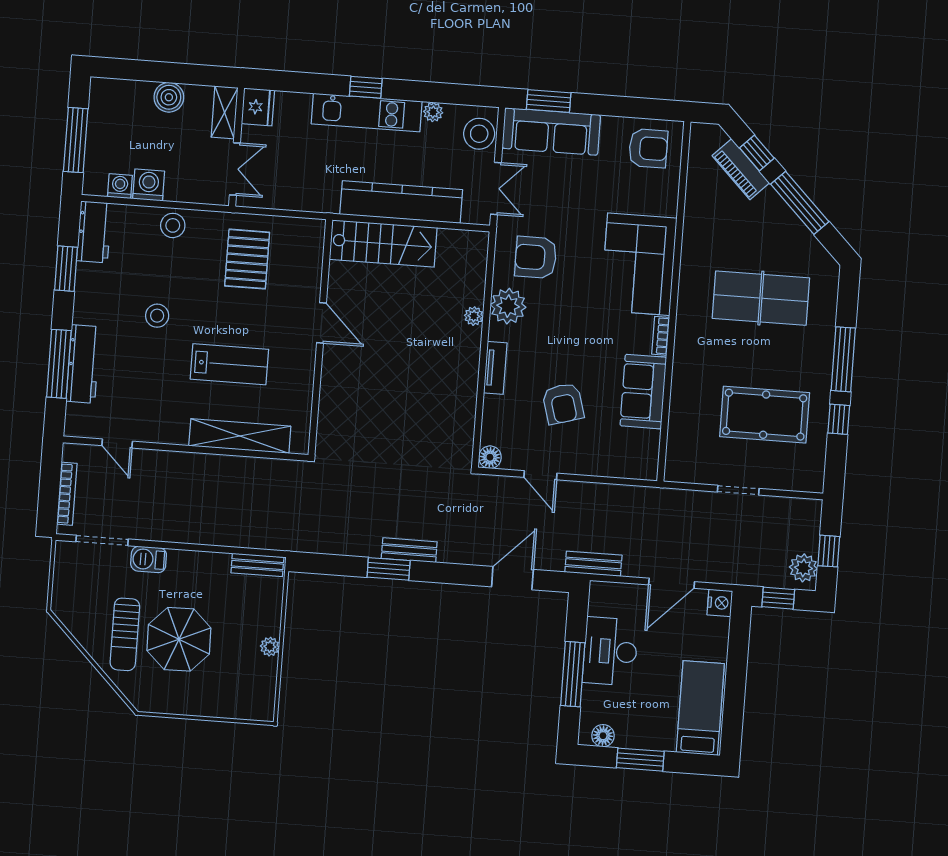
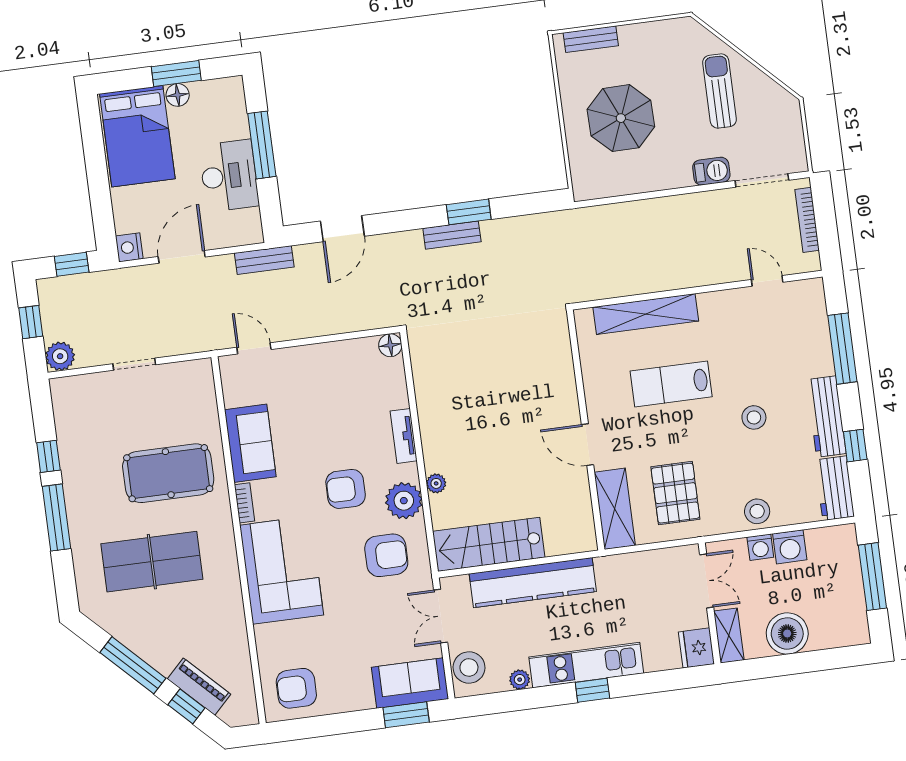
boiler: (169, 97) -> (787, 633), width x1.37, depth x1.37
sofa: (551, 132) -> (410, 683), width x0.73
double door: (235, 169) -> (707, 581), swing flipped
washing machine: (120, 186) -> (760, 547), moved
stairs: (383, 243) -> (489, 544), moved
shelving: (308, 256) -> (615, 509), added
window: (66, 269) -> (855, 446), width x0.67
workbench: (83, 364) -> (826, 417), moved
armchair: (563, 404) -> (346, 489), moved, turned -74
pool table: (765, 415) -> (168, 473), moved
door: (540, 475) -> (254, 348), moved
bench: (257, 565) -> (591, 39), moved
plant: (803, 568) -> (60, 356), moved
parasol: (179, 639) -> (621, 118), moved
plant: (270, 647) -> (571, 109), removed
bed: (700, 708) -> (137, 136), width x1.50
floor lamp: (603, 736) -> (178, 95), moved

